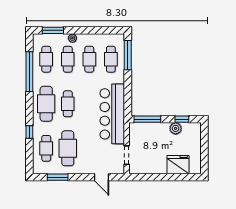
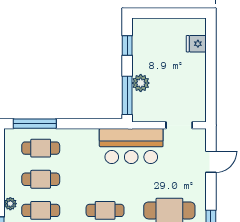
bar counter: (112, 114) -> (131, 146), width x0.73
plant: (176, 128) -> (141, 83), moved
fridge: (178, 165) -> (196, 44), width x0.53, depth x0.75

